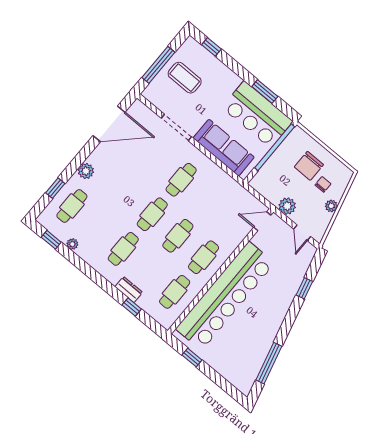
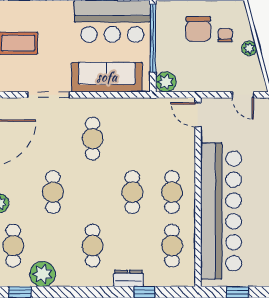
plant: (287, 206) -> (166, 82), moved
cafe table: (152, 214) -> (53, 192), moved
door: (262, 221) -> (198, 115), hinge flipped
plant: (72, 244) -> (43, 274), width x1.88, depth x1.88

